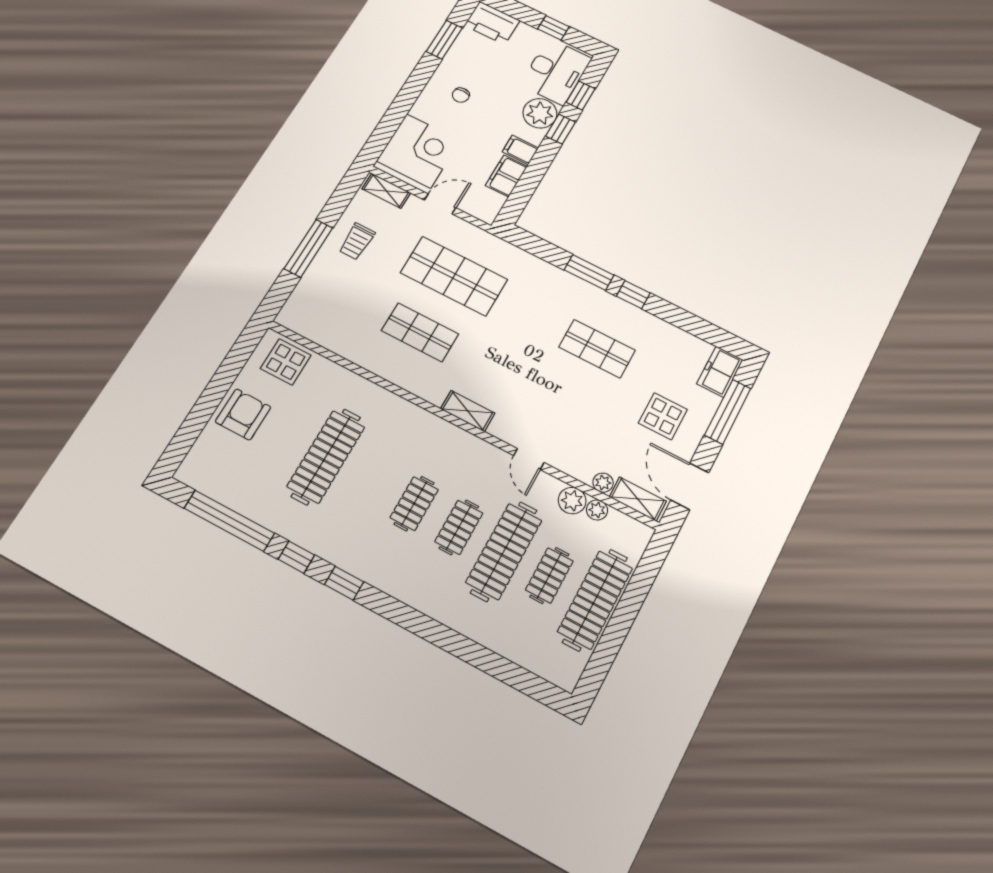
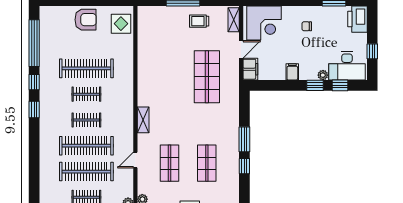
plant: (540, 113) -> (323, 75), width x0.53, depth x0.53
filing cabinet: (506, 176) -> (250, 69), moved, turned 90
door: (440, 204) -> (241, 49), hinge flipped
shop shelf: (420, 332) -> (170, 163), moved
clothes rail: (370, 480) -> (86, 94), added
plant: (572, 501) -> (126, 190), removed
clothes rail: (459, 527) -> (86, 146), width x1.86, depth x1.31

